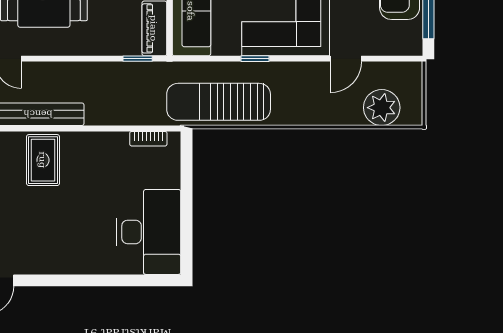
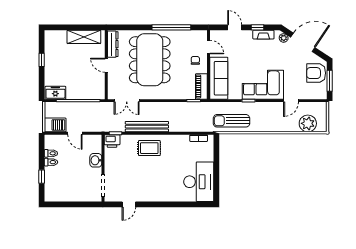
sun lounger: (219, 102) -> (231, 121), width x0.73, depth x0.75
rug: (43, 160) -> (149, 148), turned 90

